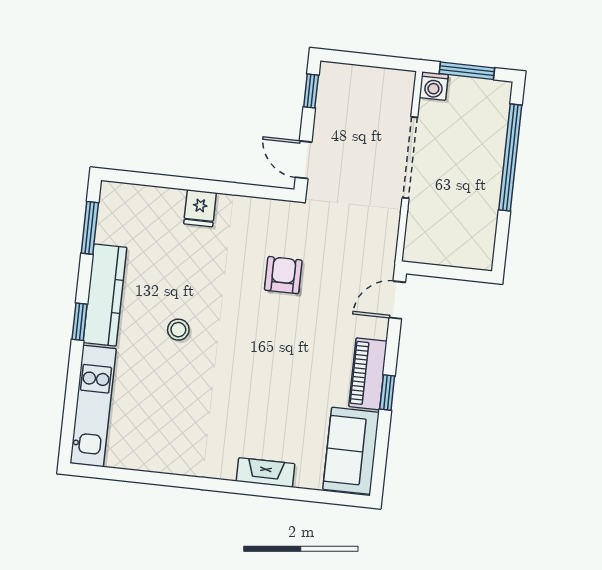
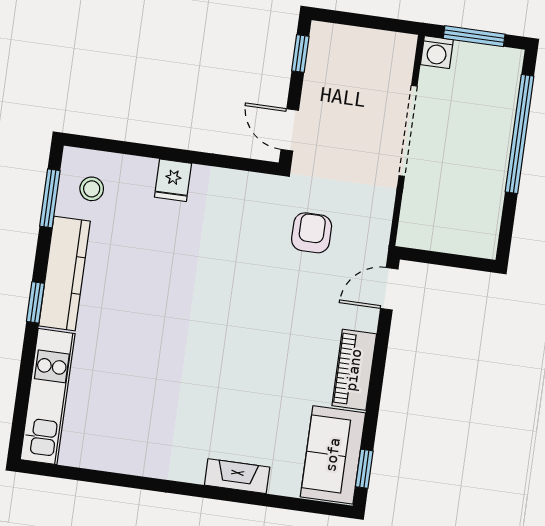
armchair: (283, 275) -> (312, 233), moved
stool: (178, 330) -> (92, 189), moved
window: (387, 392) -> (364, 469), moved

